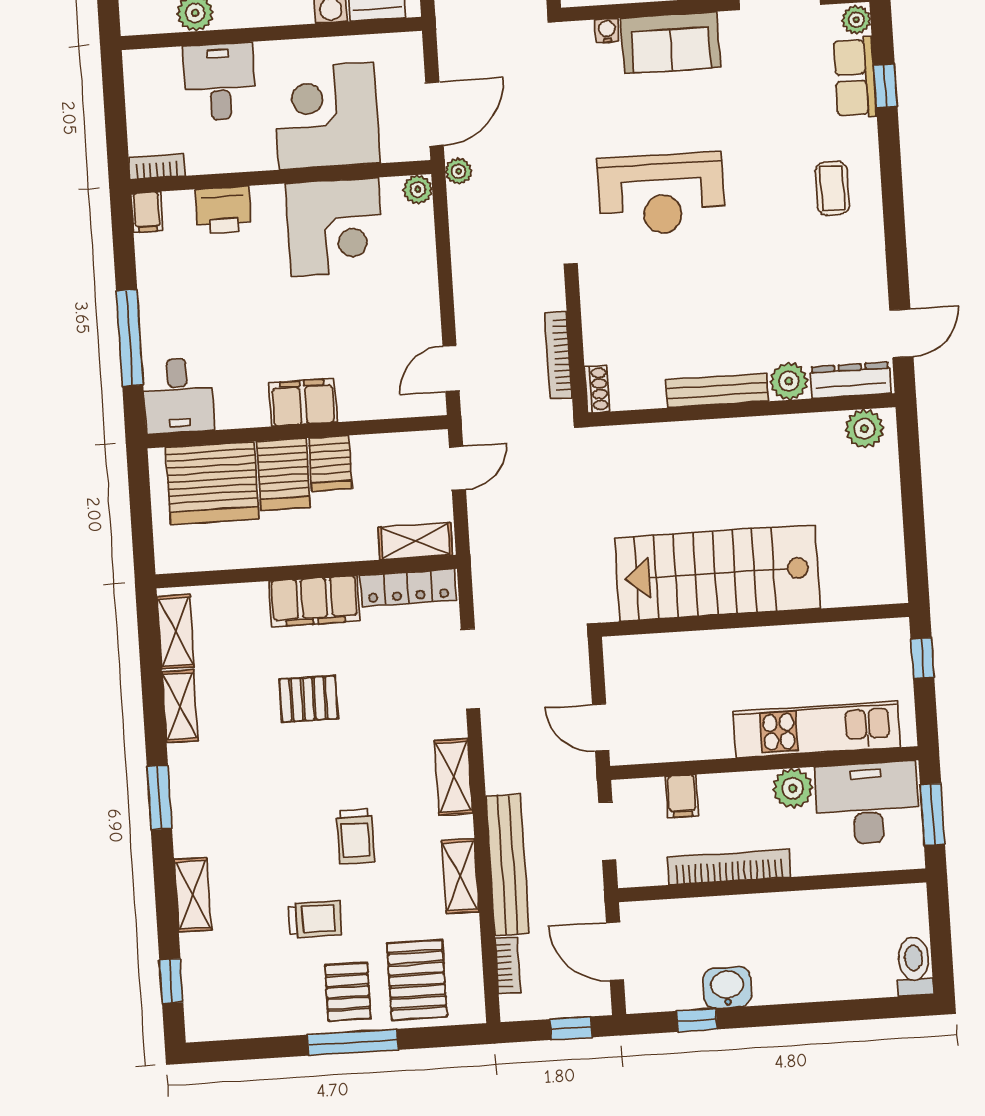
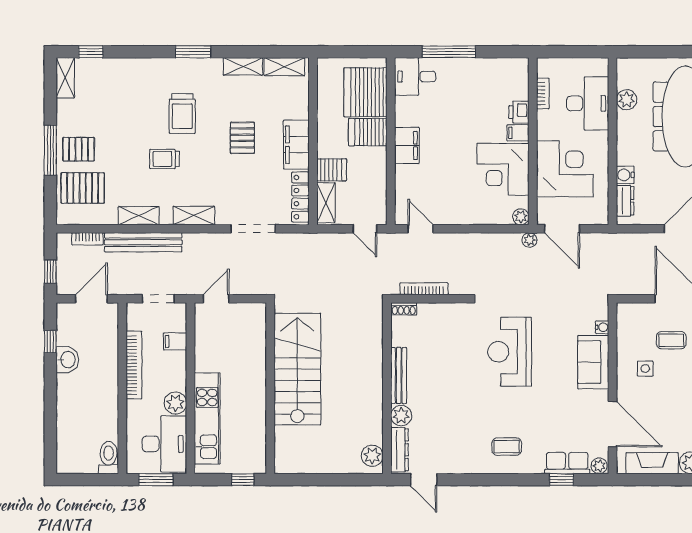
desk: (219, 82) -> (588, 103), width x1.37
bookcase: (157, 167) -> (543, 93), moved
printer: (223, 210) -> (519, 112), width x0.73, depth x0.81
filing cabinet: (147, 212) -> (518, 133), moved
server rack: (330, 463) -> (332, 170), moved, turned 180
shelving: (193, 895) -> (65, 78), moved, turned 90
trolley: (315, 919) -> (182, 113), moved, width x1.36, depth x1.39
toilet: (914, 966) -> (109, 458), moved, turned -90

